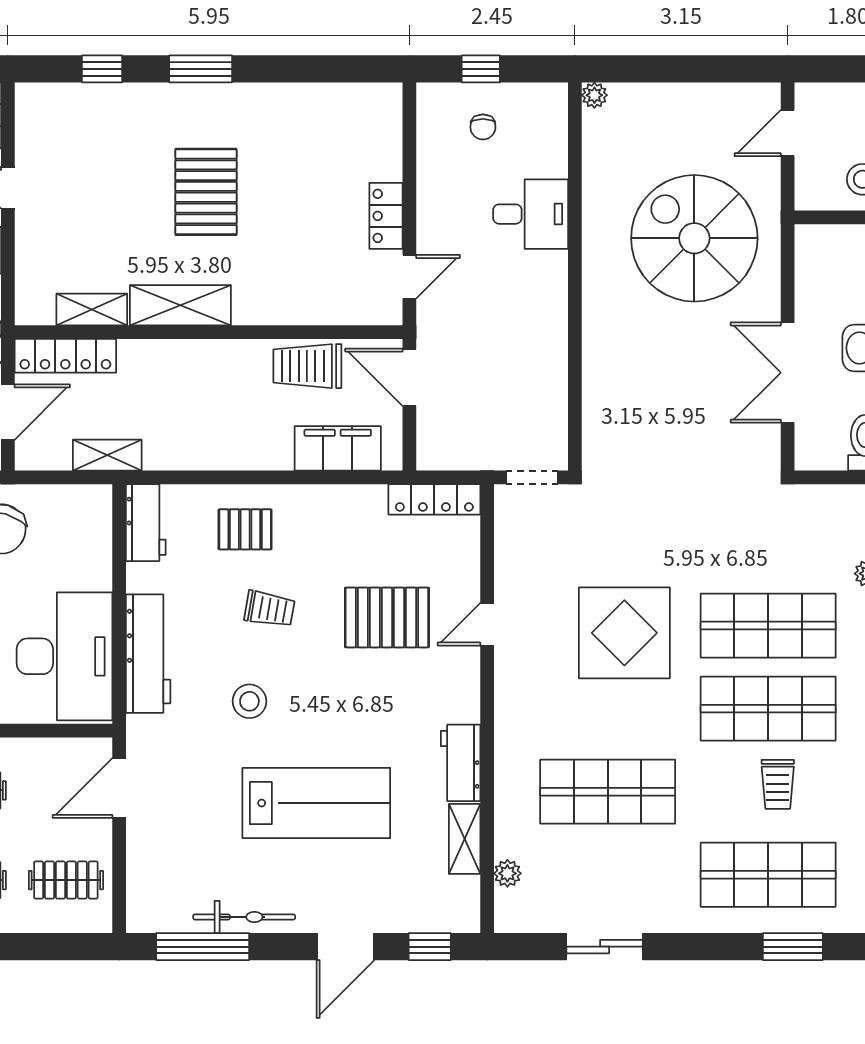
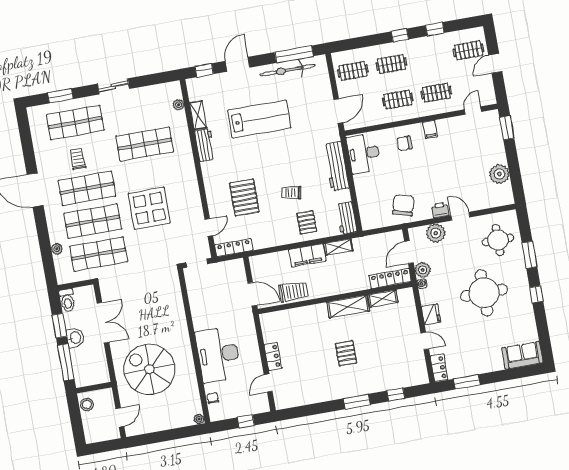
chair: (483, 127) -> (213, 398), moved
pallet: (206, 192) -> (346, 353), width x0.67, depth x0.71
desk: (531, 214) -> (218, 355), width x1.87, depth x1.30
spiral stairs: (694, 238) -> (149, 369), turned 180
door: (409, 277) -> (268, 383), moved
filing cabinet: (338, 448) -> (307, 255), moved
shelving: (107, 455) -> (338, 247), moved
pallet: (245, 529) -> (307, 222), turned 90
shop shelf: (768, 543) -> (99, 254), added
pallet: (387, 617) -> (244, 198), turned 90
door: (487, 624) -> (209, 227), moved
desk: (65, 656) -> (364, 153), width x0.73, depth x0.77
stool: (249, 701) -> (293, 155), removed
lab bench: (316, 803) -> (259, 119), turned 180
bicycle: (244, 917) -> (288, 70), width x1.37, depth x1.40
sliding door: (605, 947) -> (113, 86), moved

